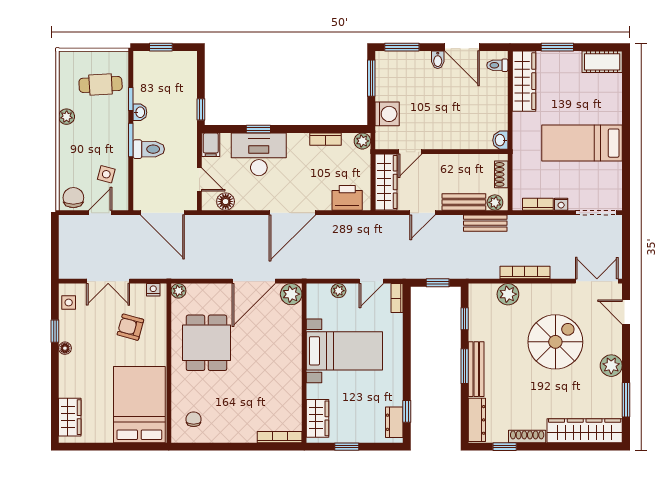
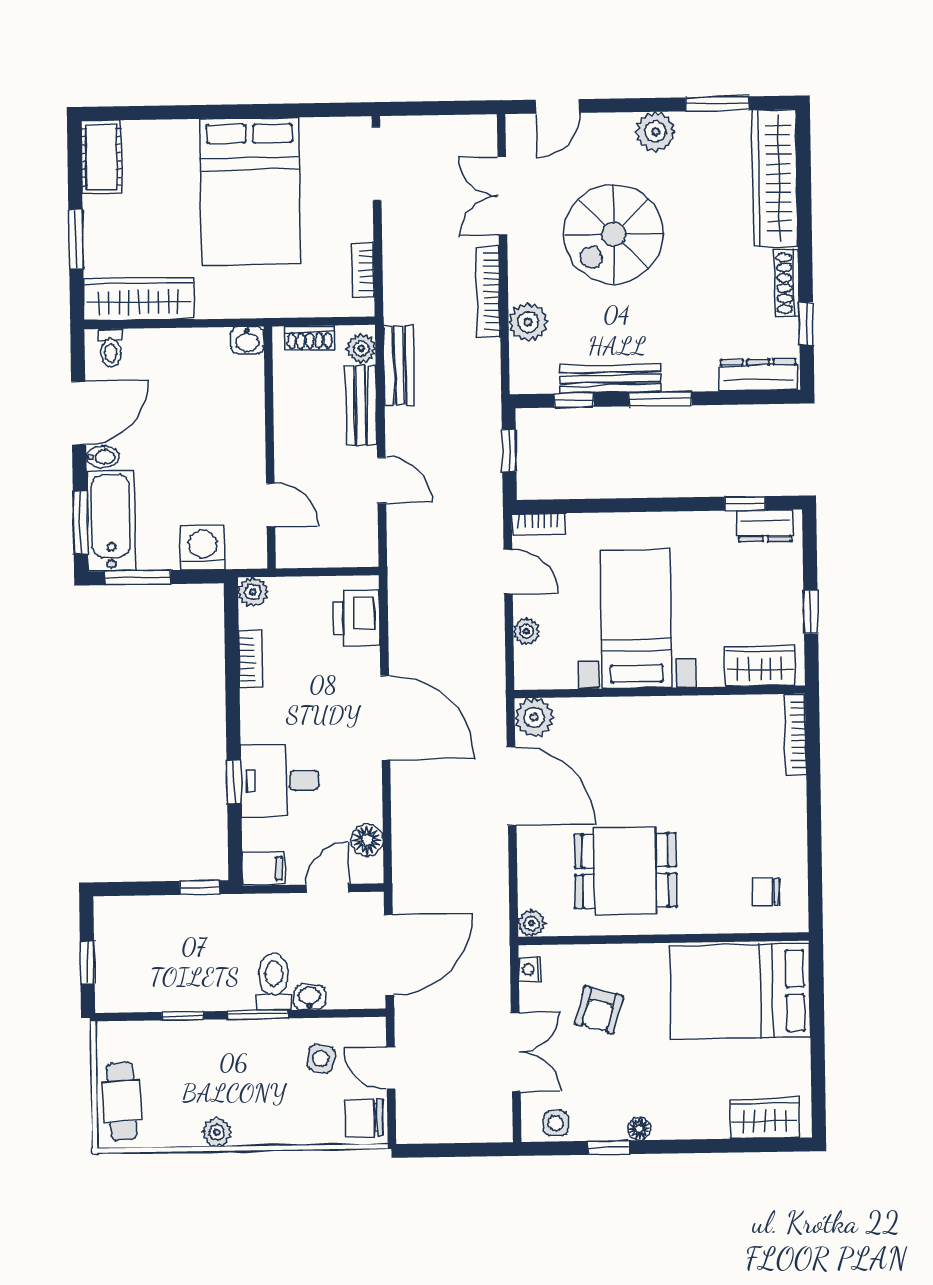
bathtub: (403, 64) -> (111, 521), added
cafe table: (101, 84) -> (122, 1101), moved
washbasin: (140, 112) -> (310, 997), moved
bed: (582, 143) -> (250, 191), width x1.50
desk: (259, 154) -> (280, 781), width x0.73
wardrobe: (386, 182) -> (327, 548), removed
nightstand: (561, 204) -> (362, 228), removed
double door: (597, 281) -> (502, 196), moved
spiral stairs: (555, 342) -> (614, 234), turned -90
bench: (476, 369) -> (610, 379), moved

